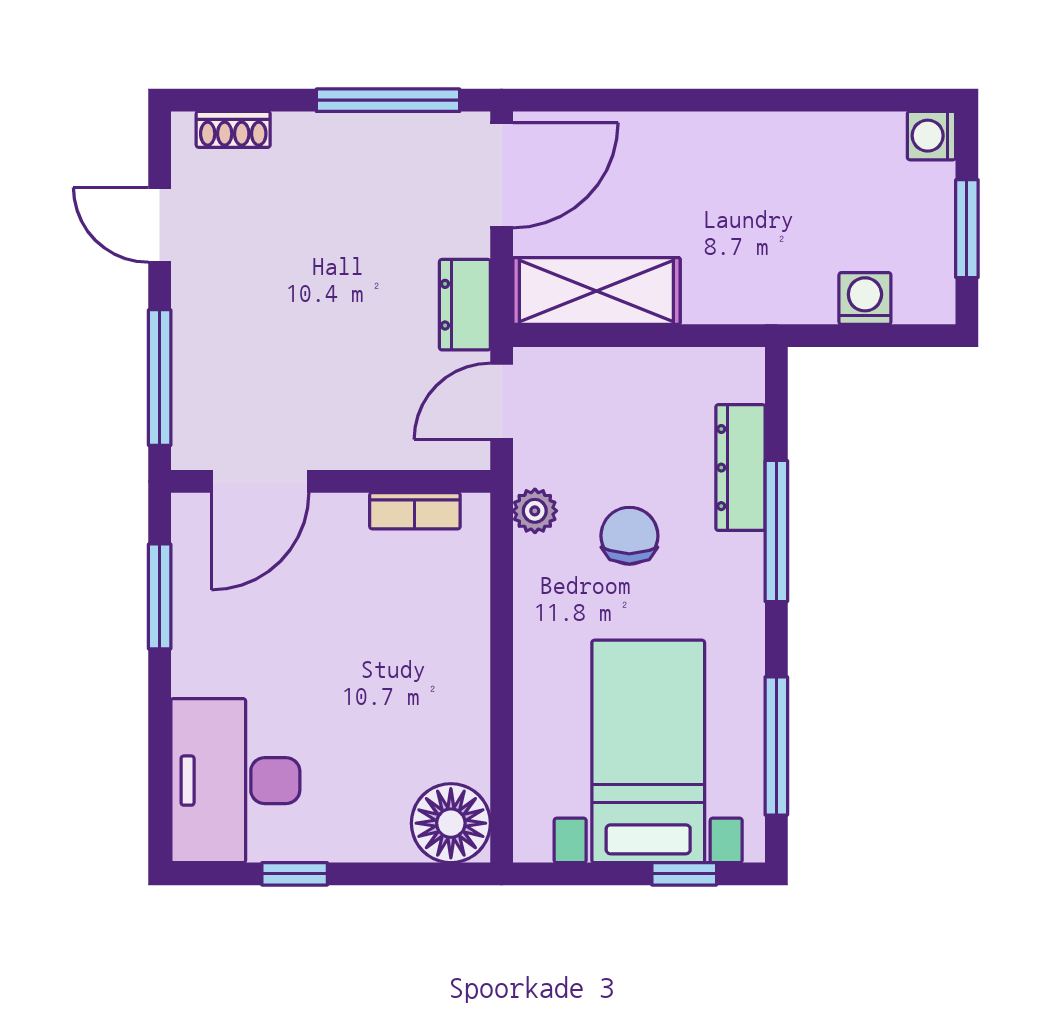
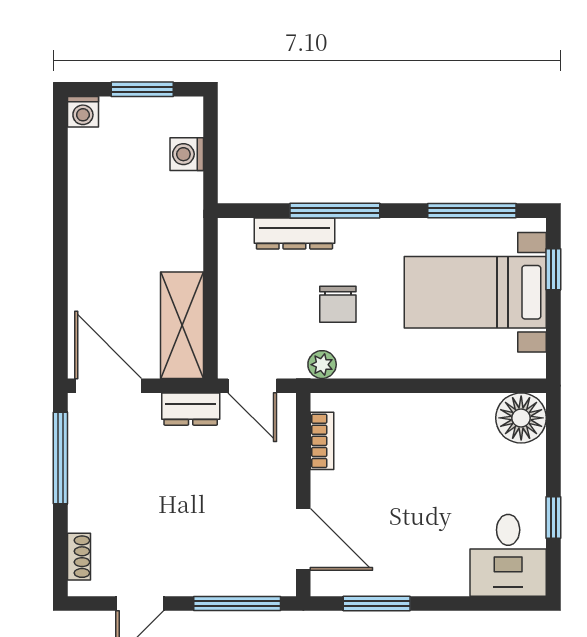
chair: (629, 536) -> (338, 304), turned -90
desk: (235, 781) -> (508, 555), width x0.73

